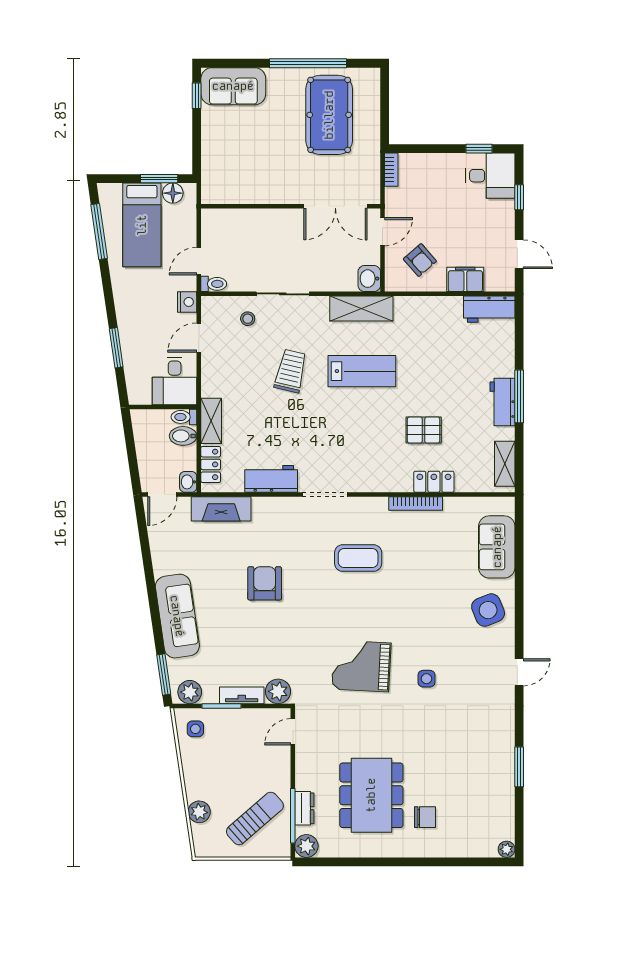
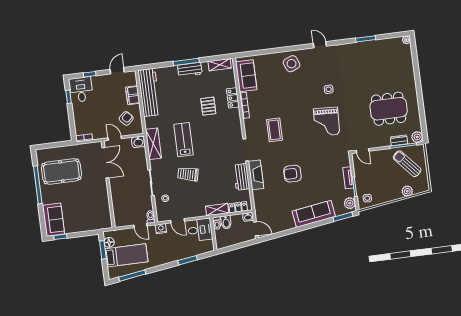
workbench: (489, 309) -> (149, 92), width x1.88, depth x1.32
fireplace: (221, 509) -> (256, 175), moved
sofa: (497, 547) -> (246, 76), moved, turned -90
plant: (278, 691) -> (344, 160), removed
chair: (425, 817) -> (396, 81), removed

